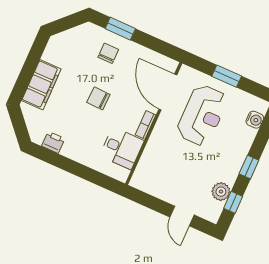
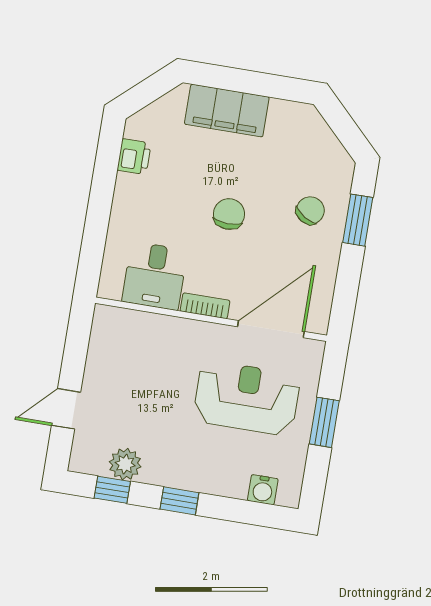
chair: (108, 53) -> (310, 211), turned -58
reception desk: (202, 115) -> (247, 398), turned 180

